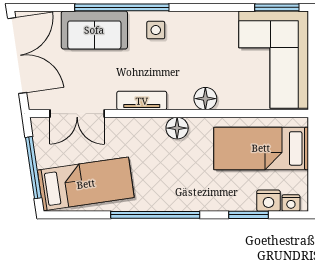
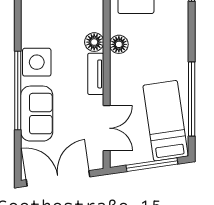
side table: (156, 30) -> (37, 62), width x1.87, depth x1.87
floor lamp: (205, 99) -> (94, 42), moved
window: (155, 215) -> (192, 99), moved

